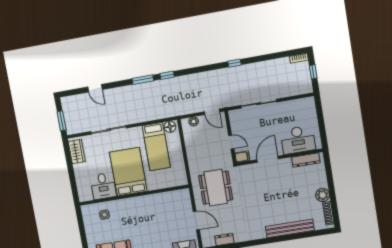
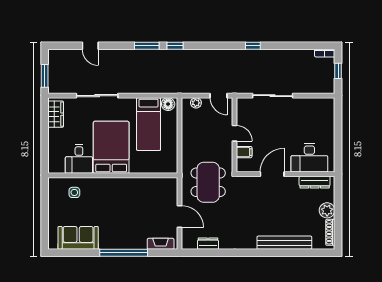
desk: (298, 140) -> (309, 158), moved
wall: (279, 157) -> (286, 174), moved
door: (268, 159) -> (272, 174), moved
dresser: (306, 160) -> (315, 182), moved

